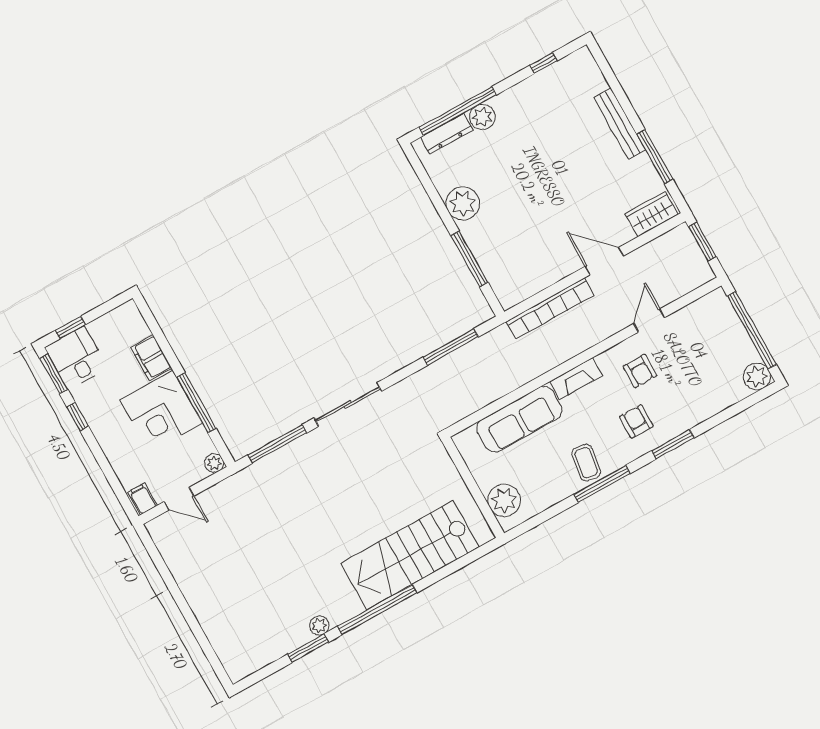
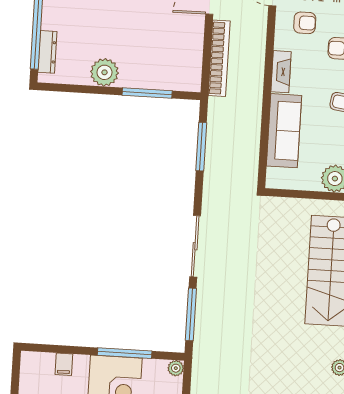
plant: (482, 117) -> (52, 19), removed
filing cabinet: (151, 358) -> (64, 364), width x0.50

